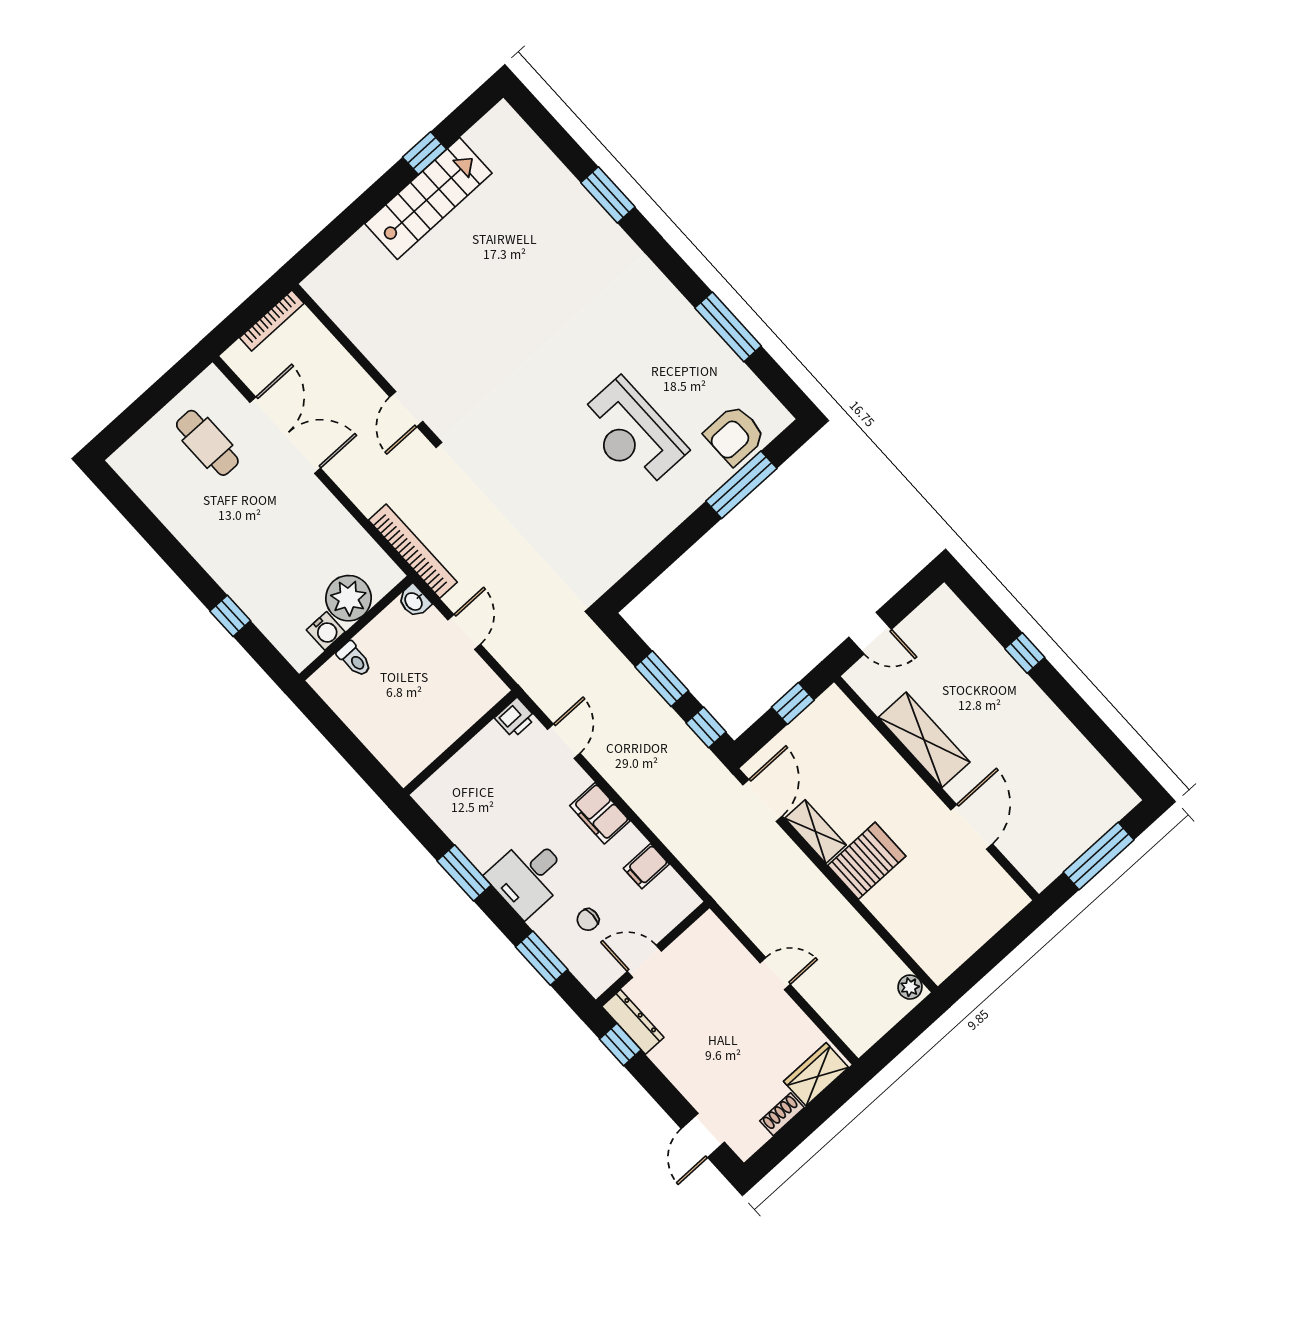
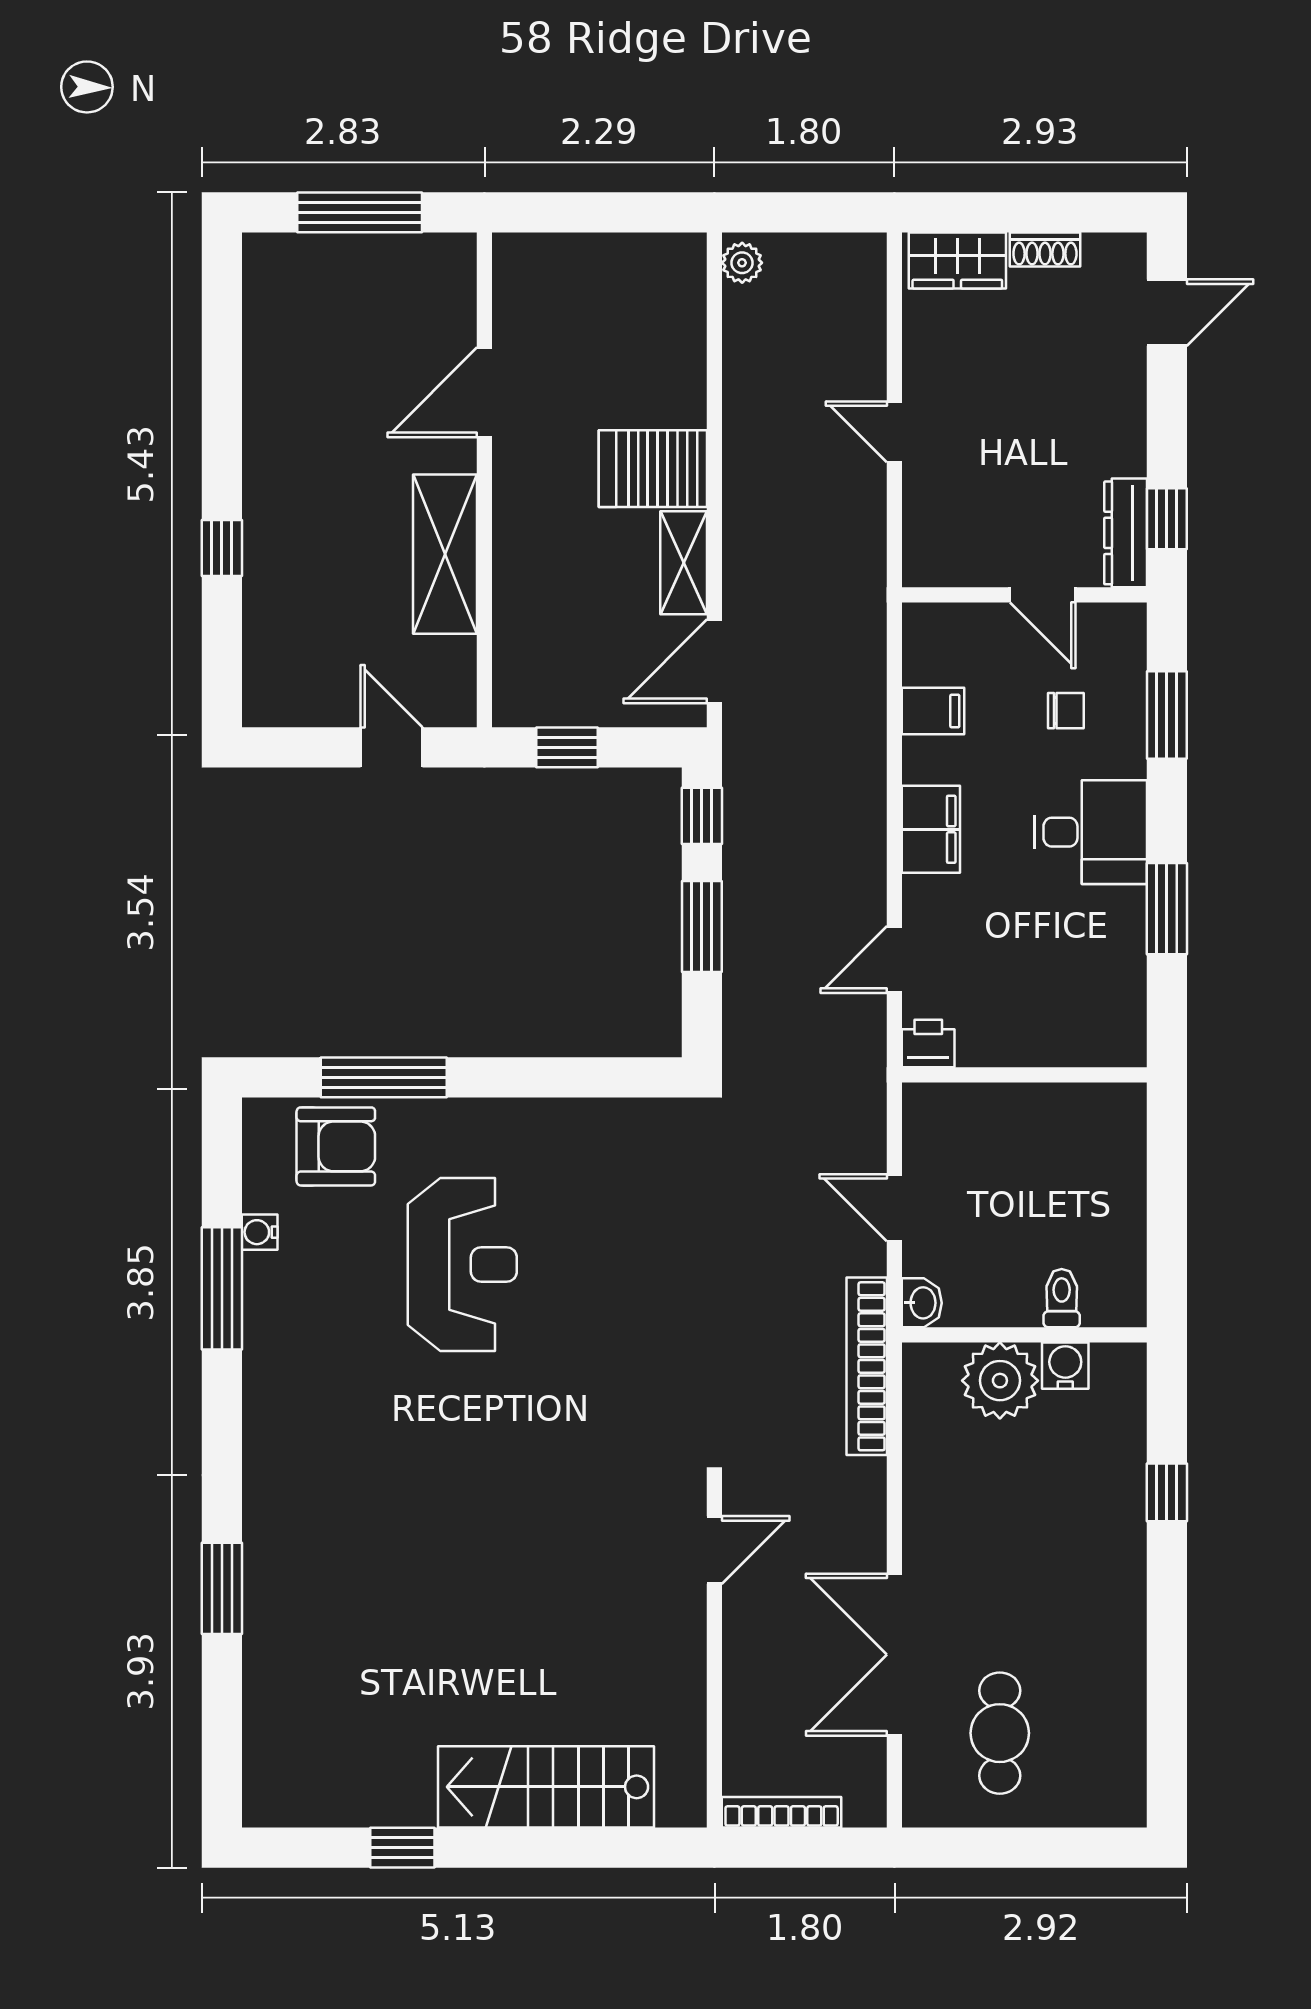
stairs: (428, 198) -> (546, 1787), moved
water cooler: (734, 367) -> (260, 1232), added
door: (464, 632) -> (894, 1208), hinge flipped

